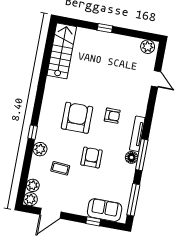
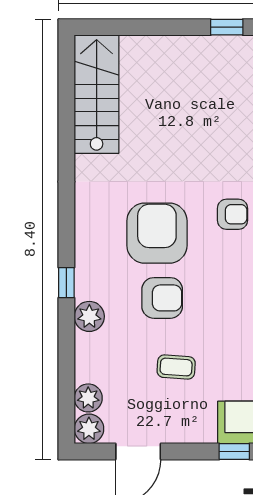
window: (105, 28) -> (227, 27), moved
armchair: (92, 158) -> (162, 298), moved, turned 90
coffee table: (60, 168) -> (176, 367), moved

